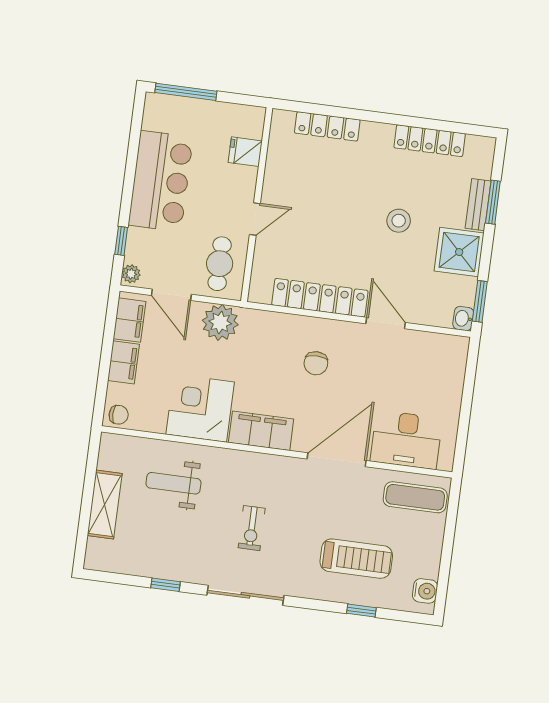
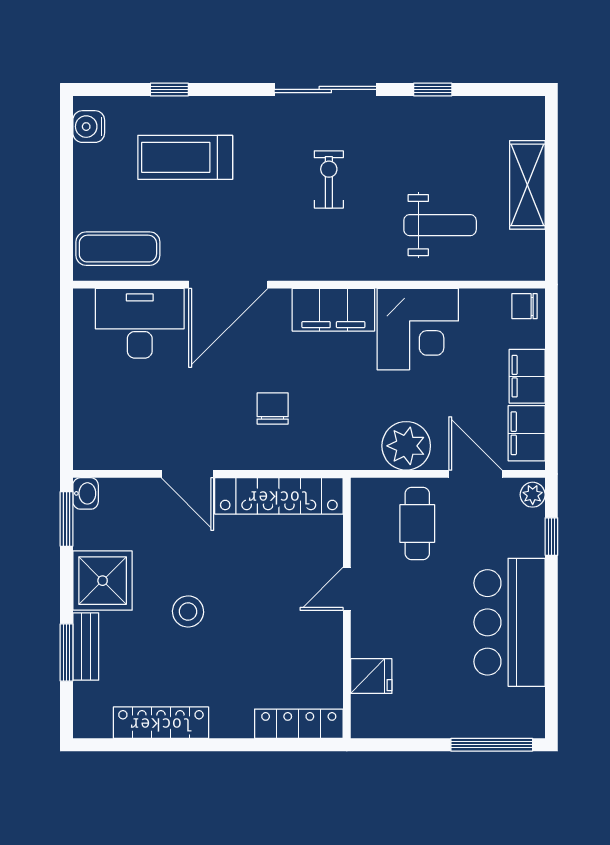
fridge: (245, 152) -> (371, 676), moved
wall: (257, 205) -> (347, 608), moved
door: (255, 219) -> (347, 589), moved

